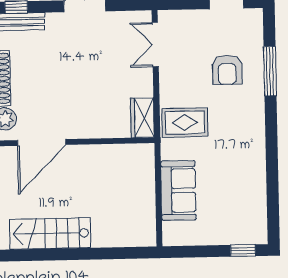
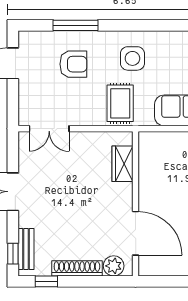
wardrobe: (142, 118) -> (123, 164), moved, turned 90
side table: (235, 135) -> (132, 58), added

